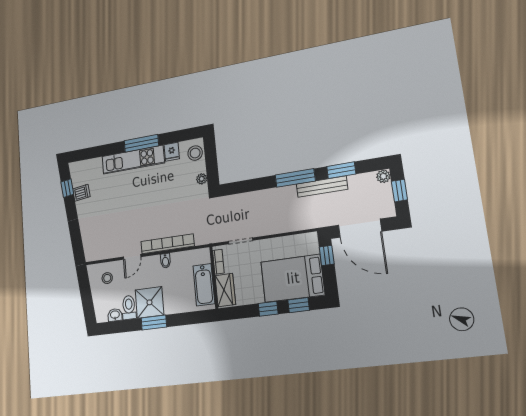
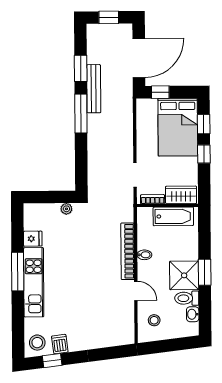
stool: (195, 153) -> (37, 343), moved
plant: (383, 176) -> (93, 30), removed

